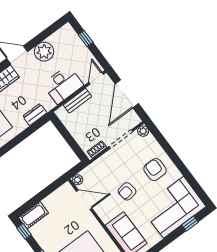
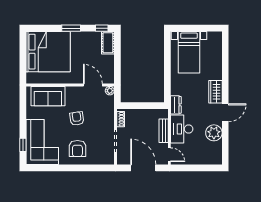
window: (86, 38) -> (202, 168), removed
dresser: (35, 114) -> (176, 105), moved
plant: (143, 131) -> (110, 160), removed
armchair: (155, 170) -> (77, 149), turned 90
door: (84, 200) -> (93, 85), swing flipped

